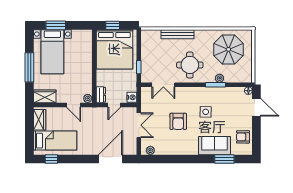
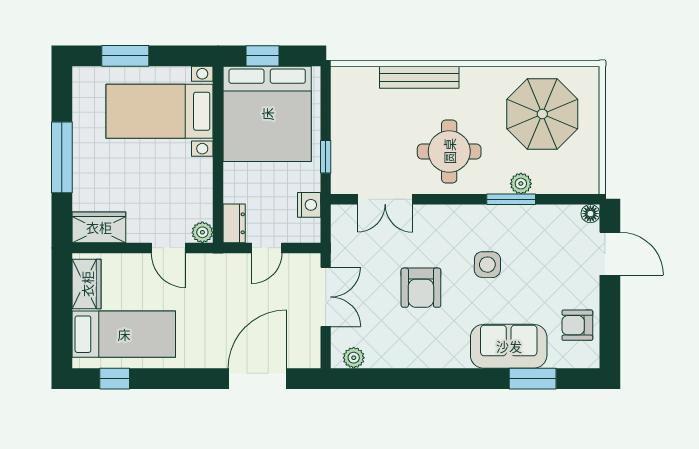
bed with nightstands: (52, 52) -> (160, 111), moved, turned 90
nightstand: (132, 97) -> (309, 205), moved

